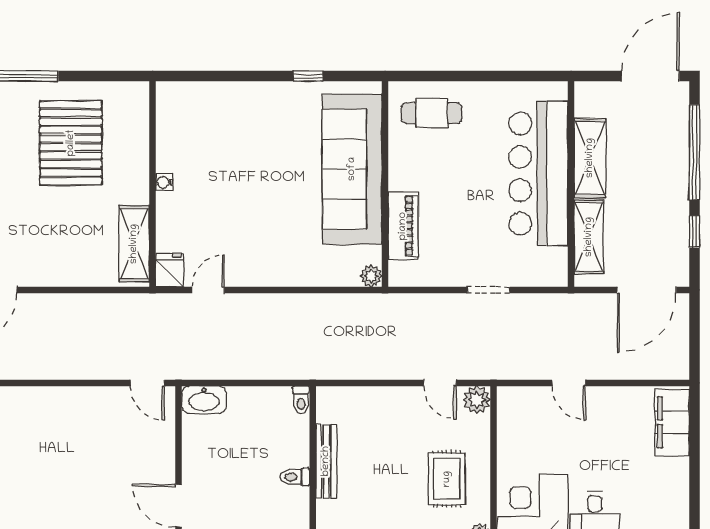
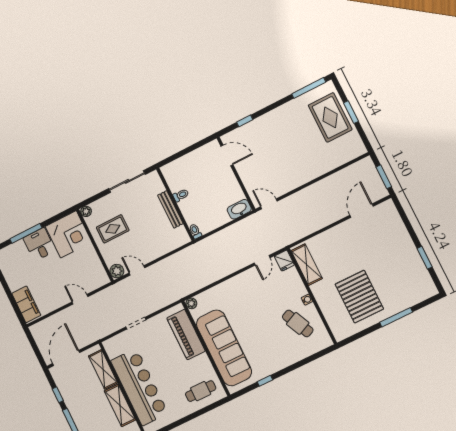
cafe table: (201, 149) -> (298, 323), added
piano: (403, 226) -> (186, 335), width x1.37, depth x1.33
rug: (447, 479) -> (113, 229), turned 90

